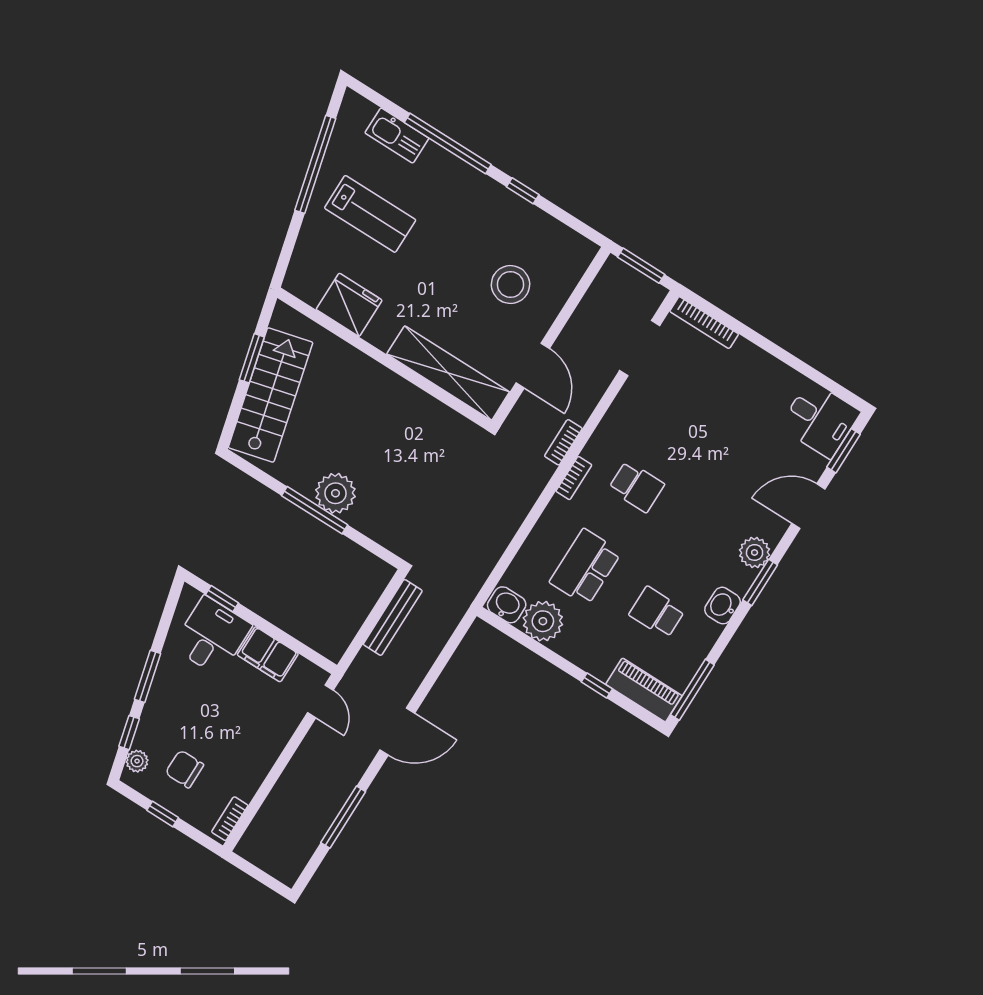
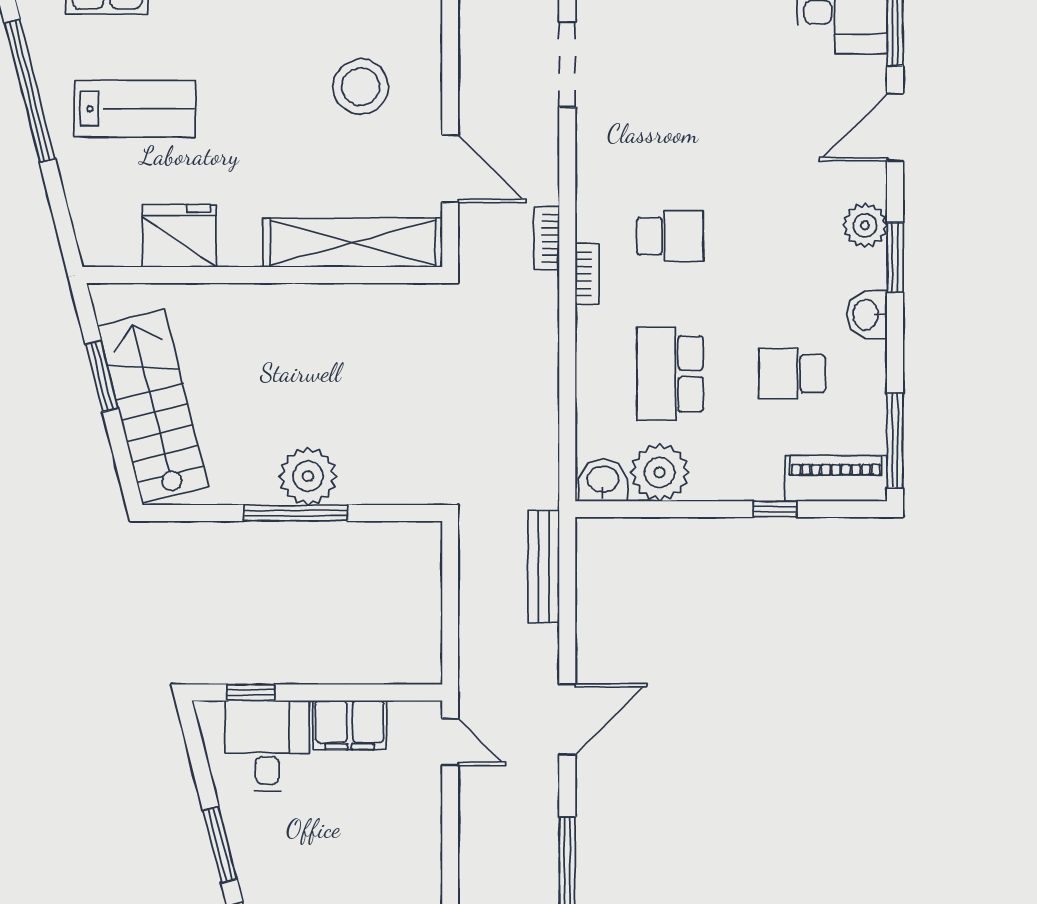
bench: (393, 617) -> (544, 567), moved

